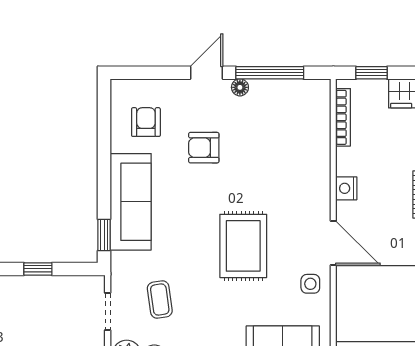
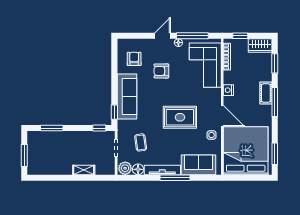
corner sofa: (297, 135) -> (205, 65), added
rug: (243, 246) -> (180, 117), turned 90
window: (38, 269) -> (99, 128), moved

